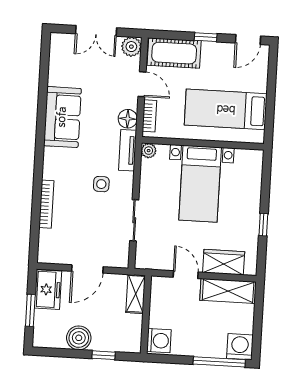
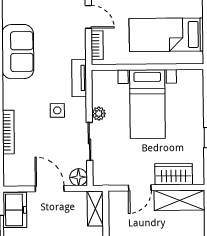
floor lamp: (128, 119) -> (79, 177), moved
plant: (149, 151) -> (99, 114), moved
door: (87, 269) -> (50, 189), swing flipped
door: (186, 275) -> (140, 188), swing flipped

